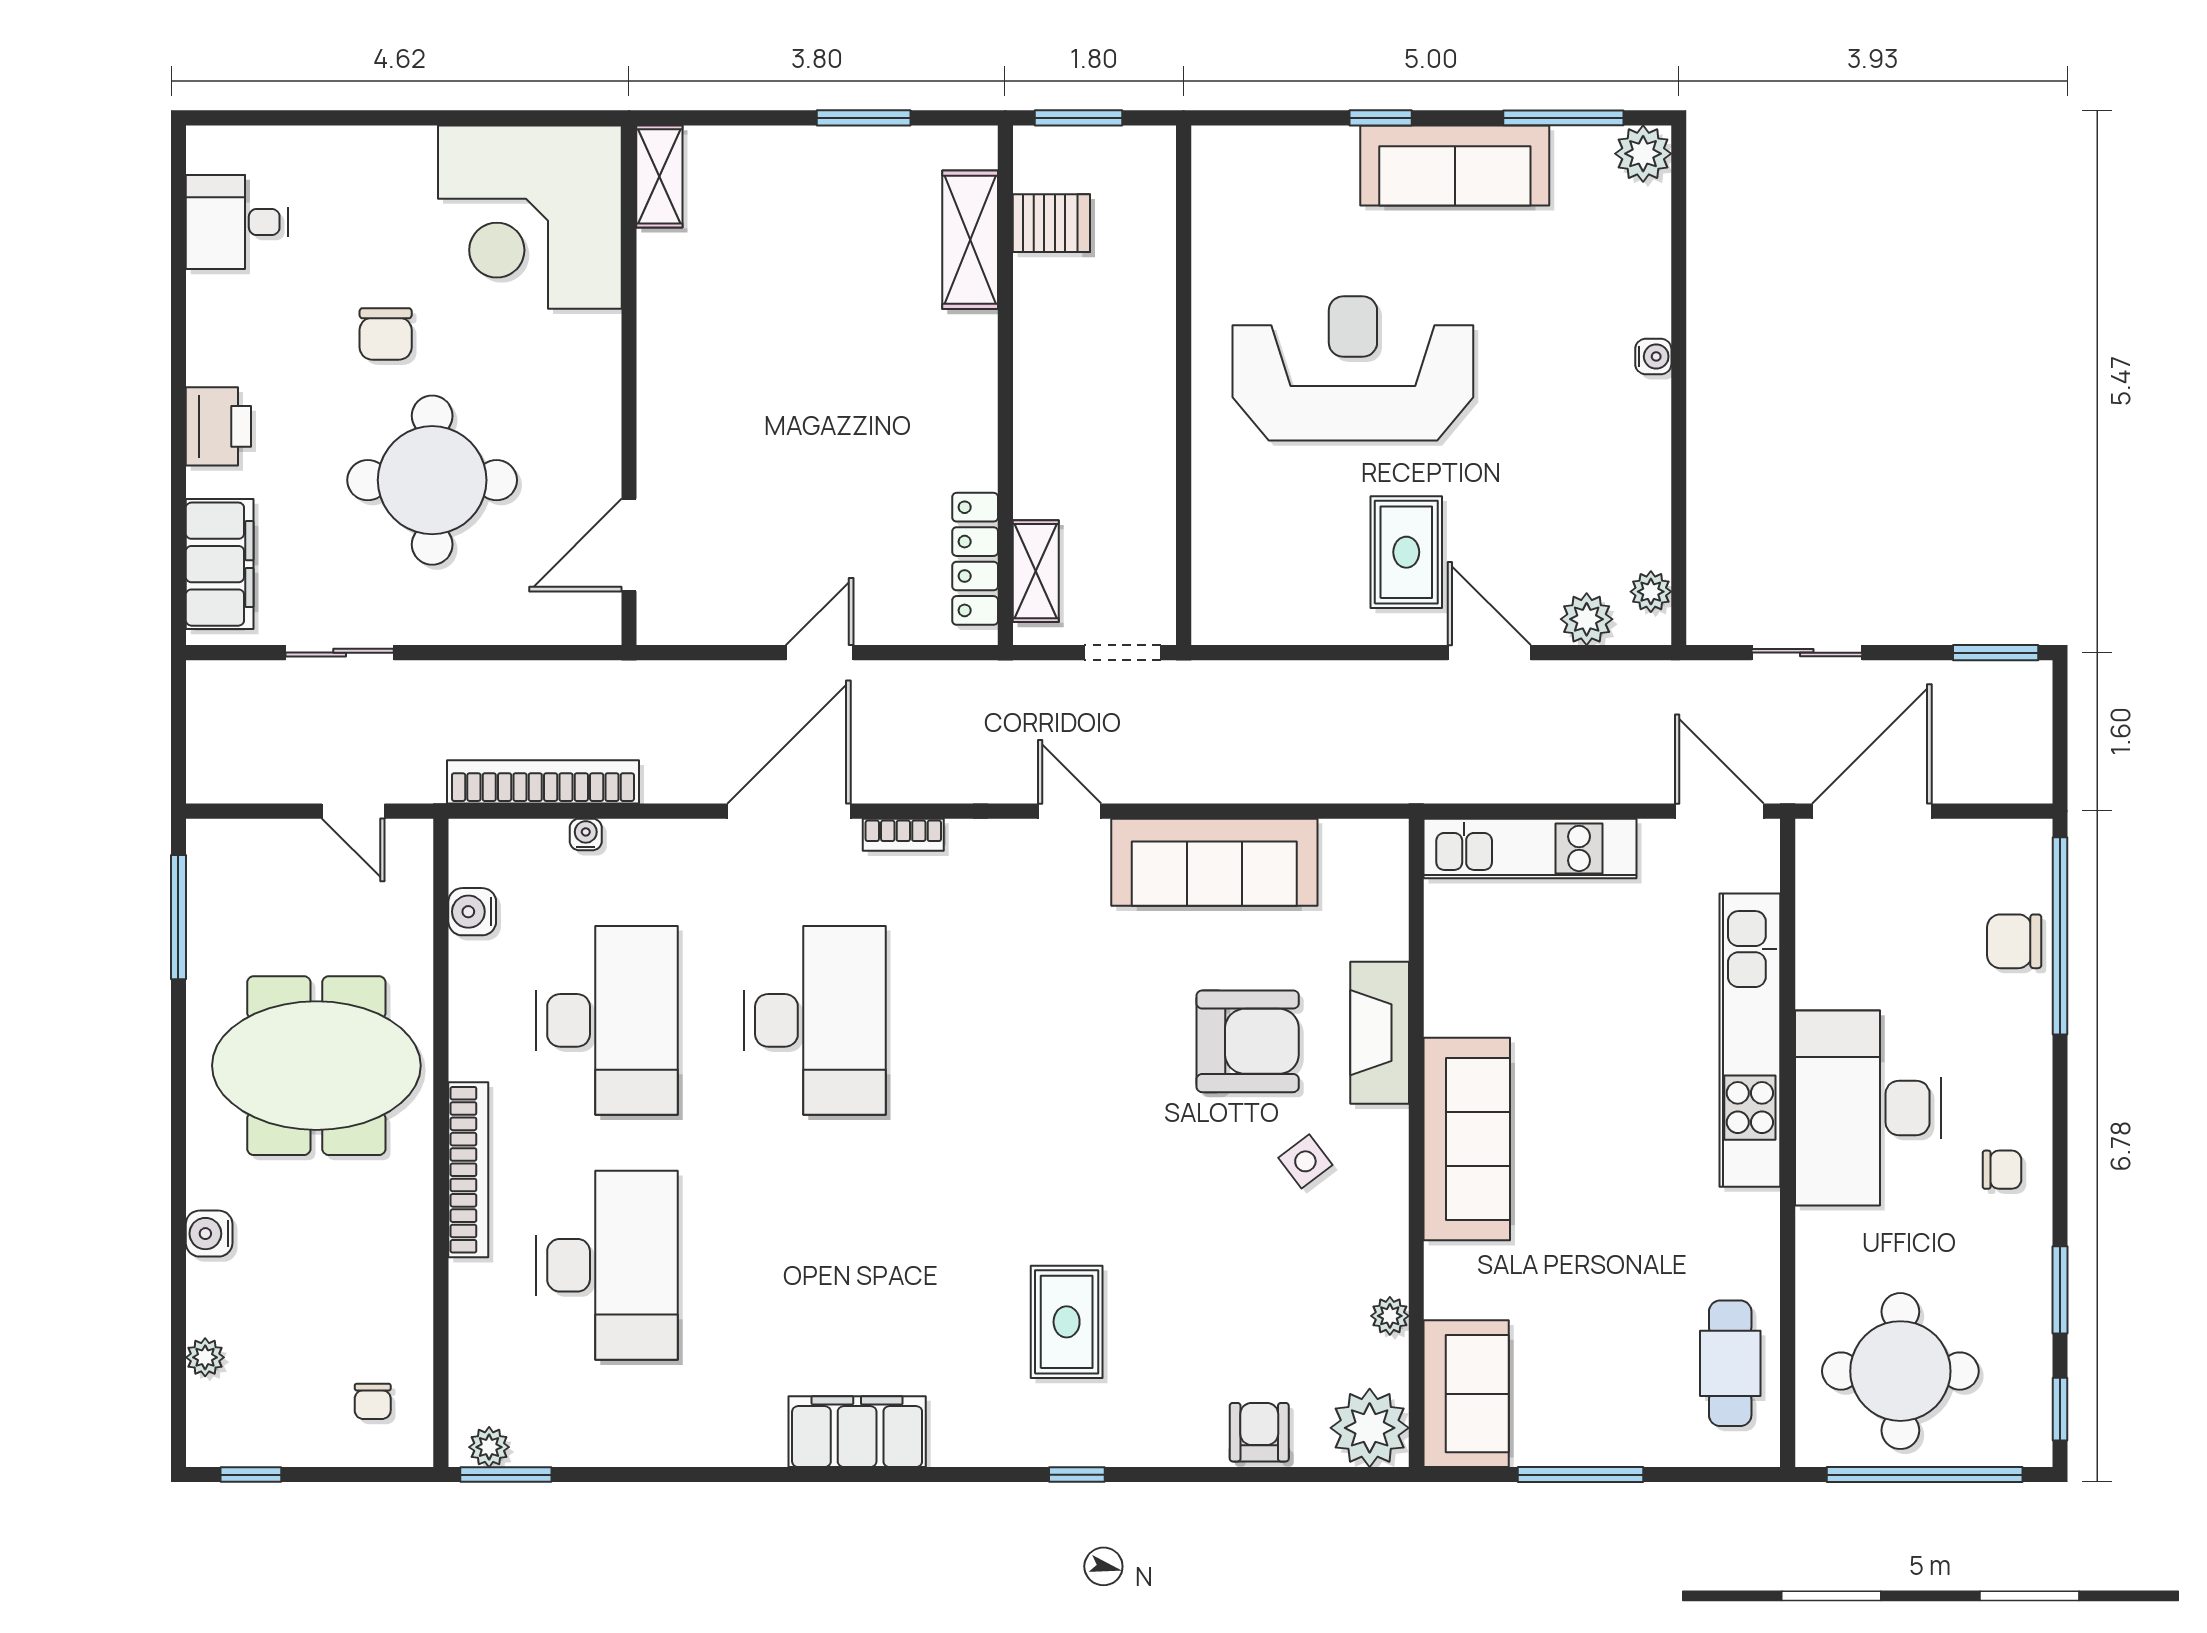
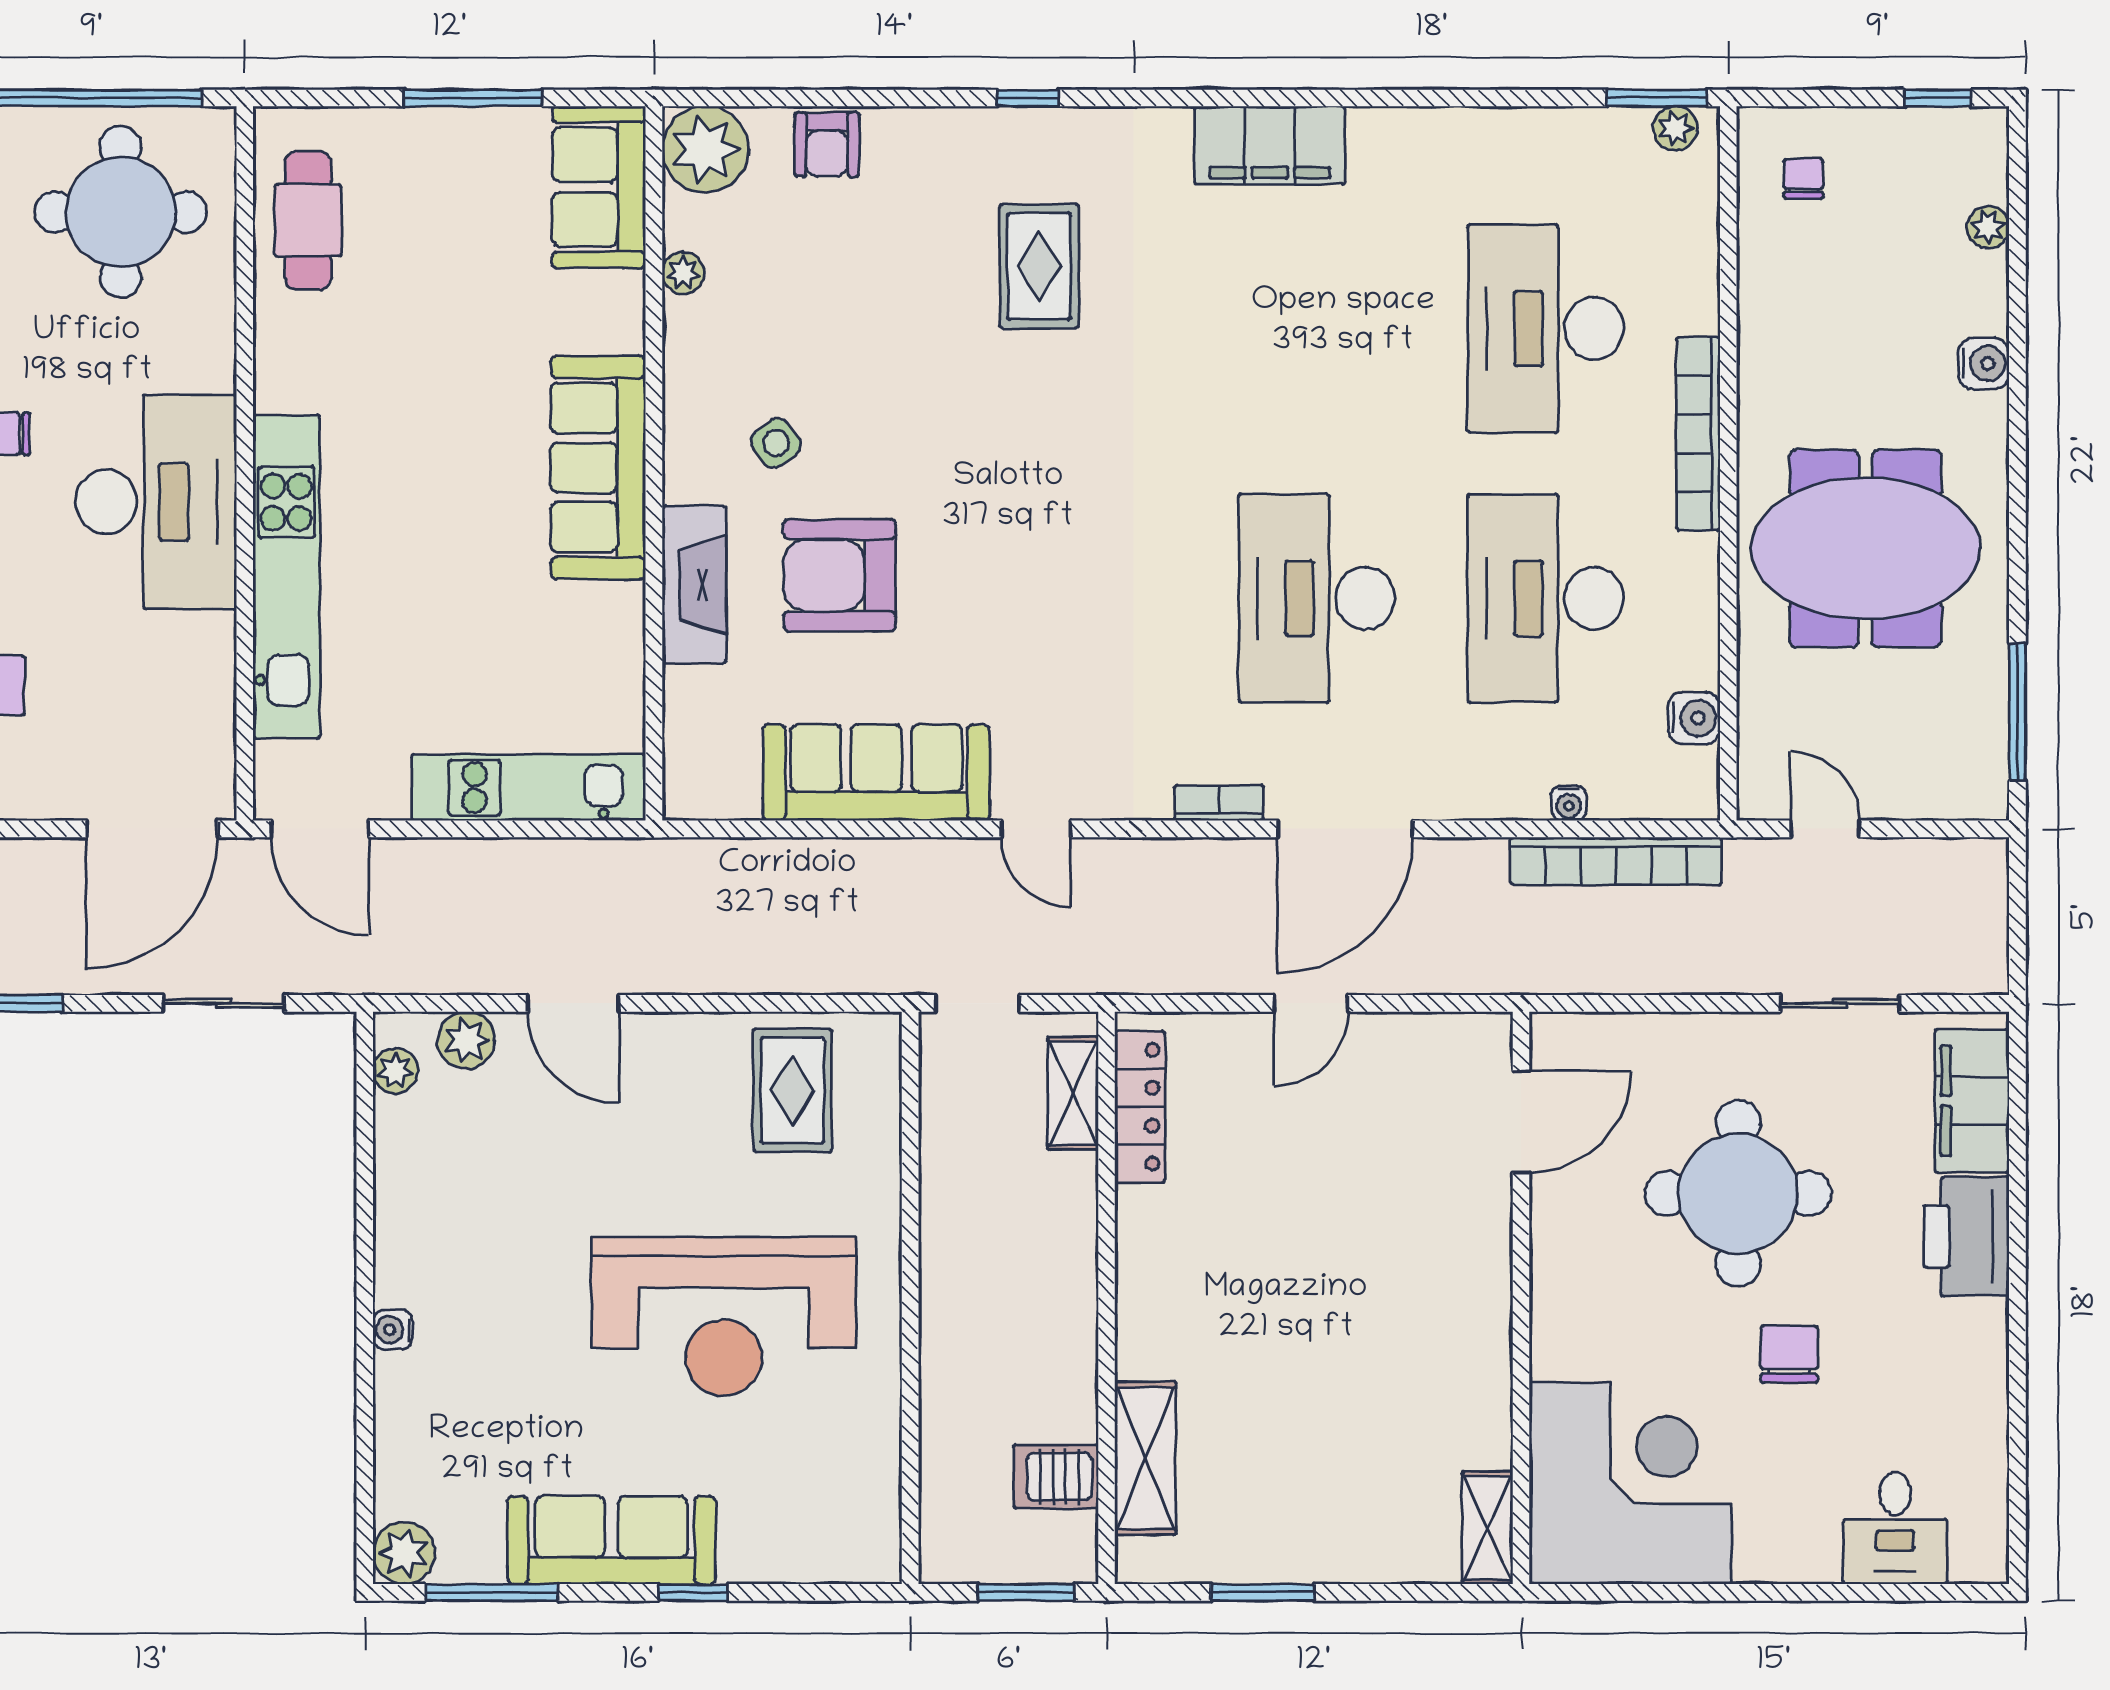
desk: (237, 222) -> (1895, 1528), moved, turned 90
printer: (218, 426) -> (1966, 1236), width x1.37, depth x1.19
rug: (1406, 552) -> (792, 1090), moved

